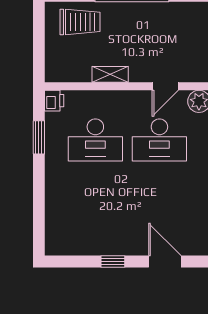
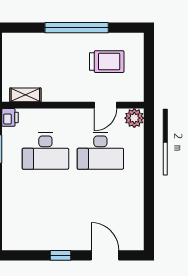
trolley: (80, 22) -> (107, 62), moved
shelving: (110, 74) -> (25, 95), moved

